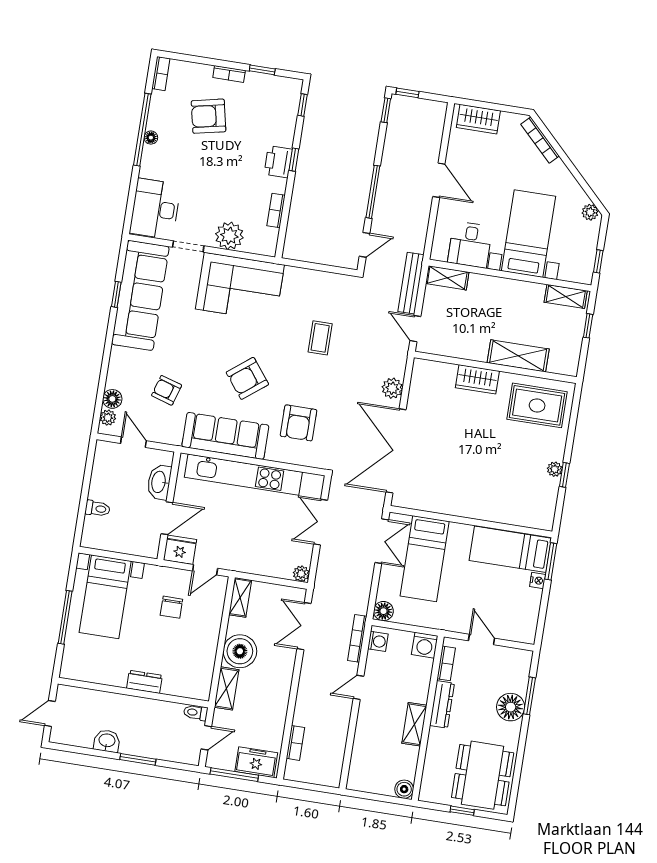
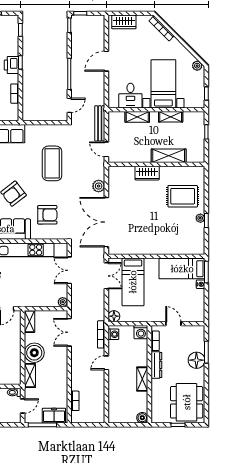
door: (439, 180) -> (106, 61), swing flipped
shelving: (447, 278) -> (137, 117), moved
shelving: (566, 296) -> (171, 117), moved
coffee table: (320, 338) -> (52, 163), width x1.86, depth x1.72
rug: (537, 405) -> (183, 196), moved
armchair: (299, 423) -> (47, 215), turned -90

